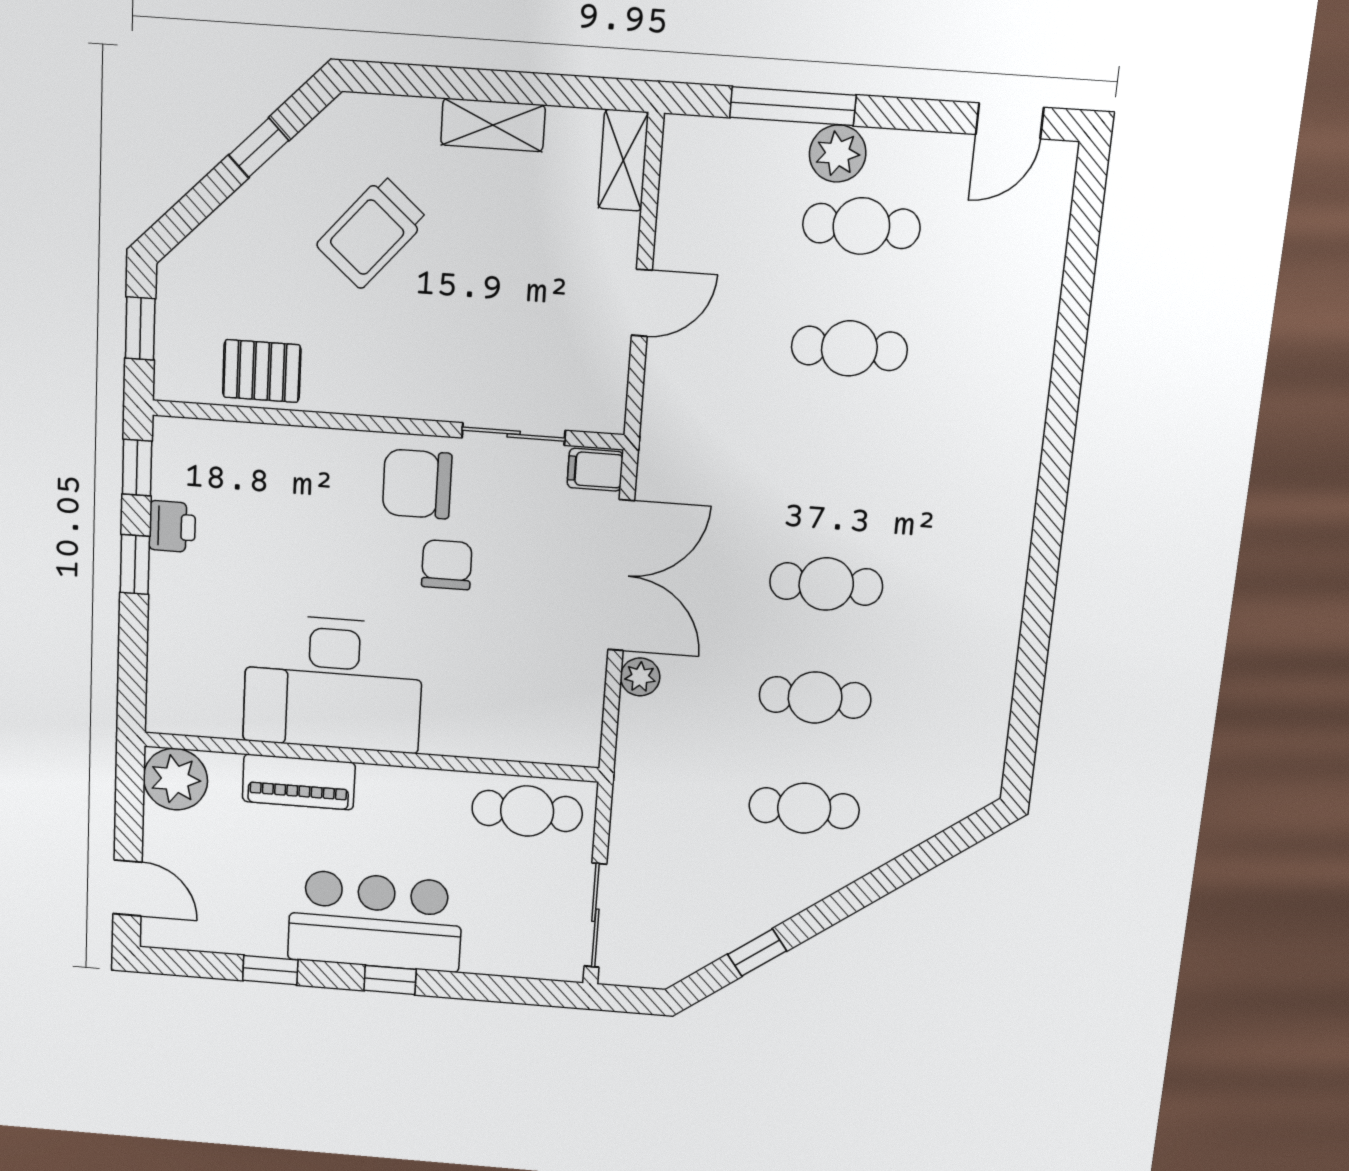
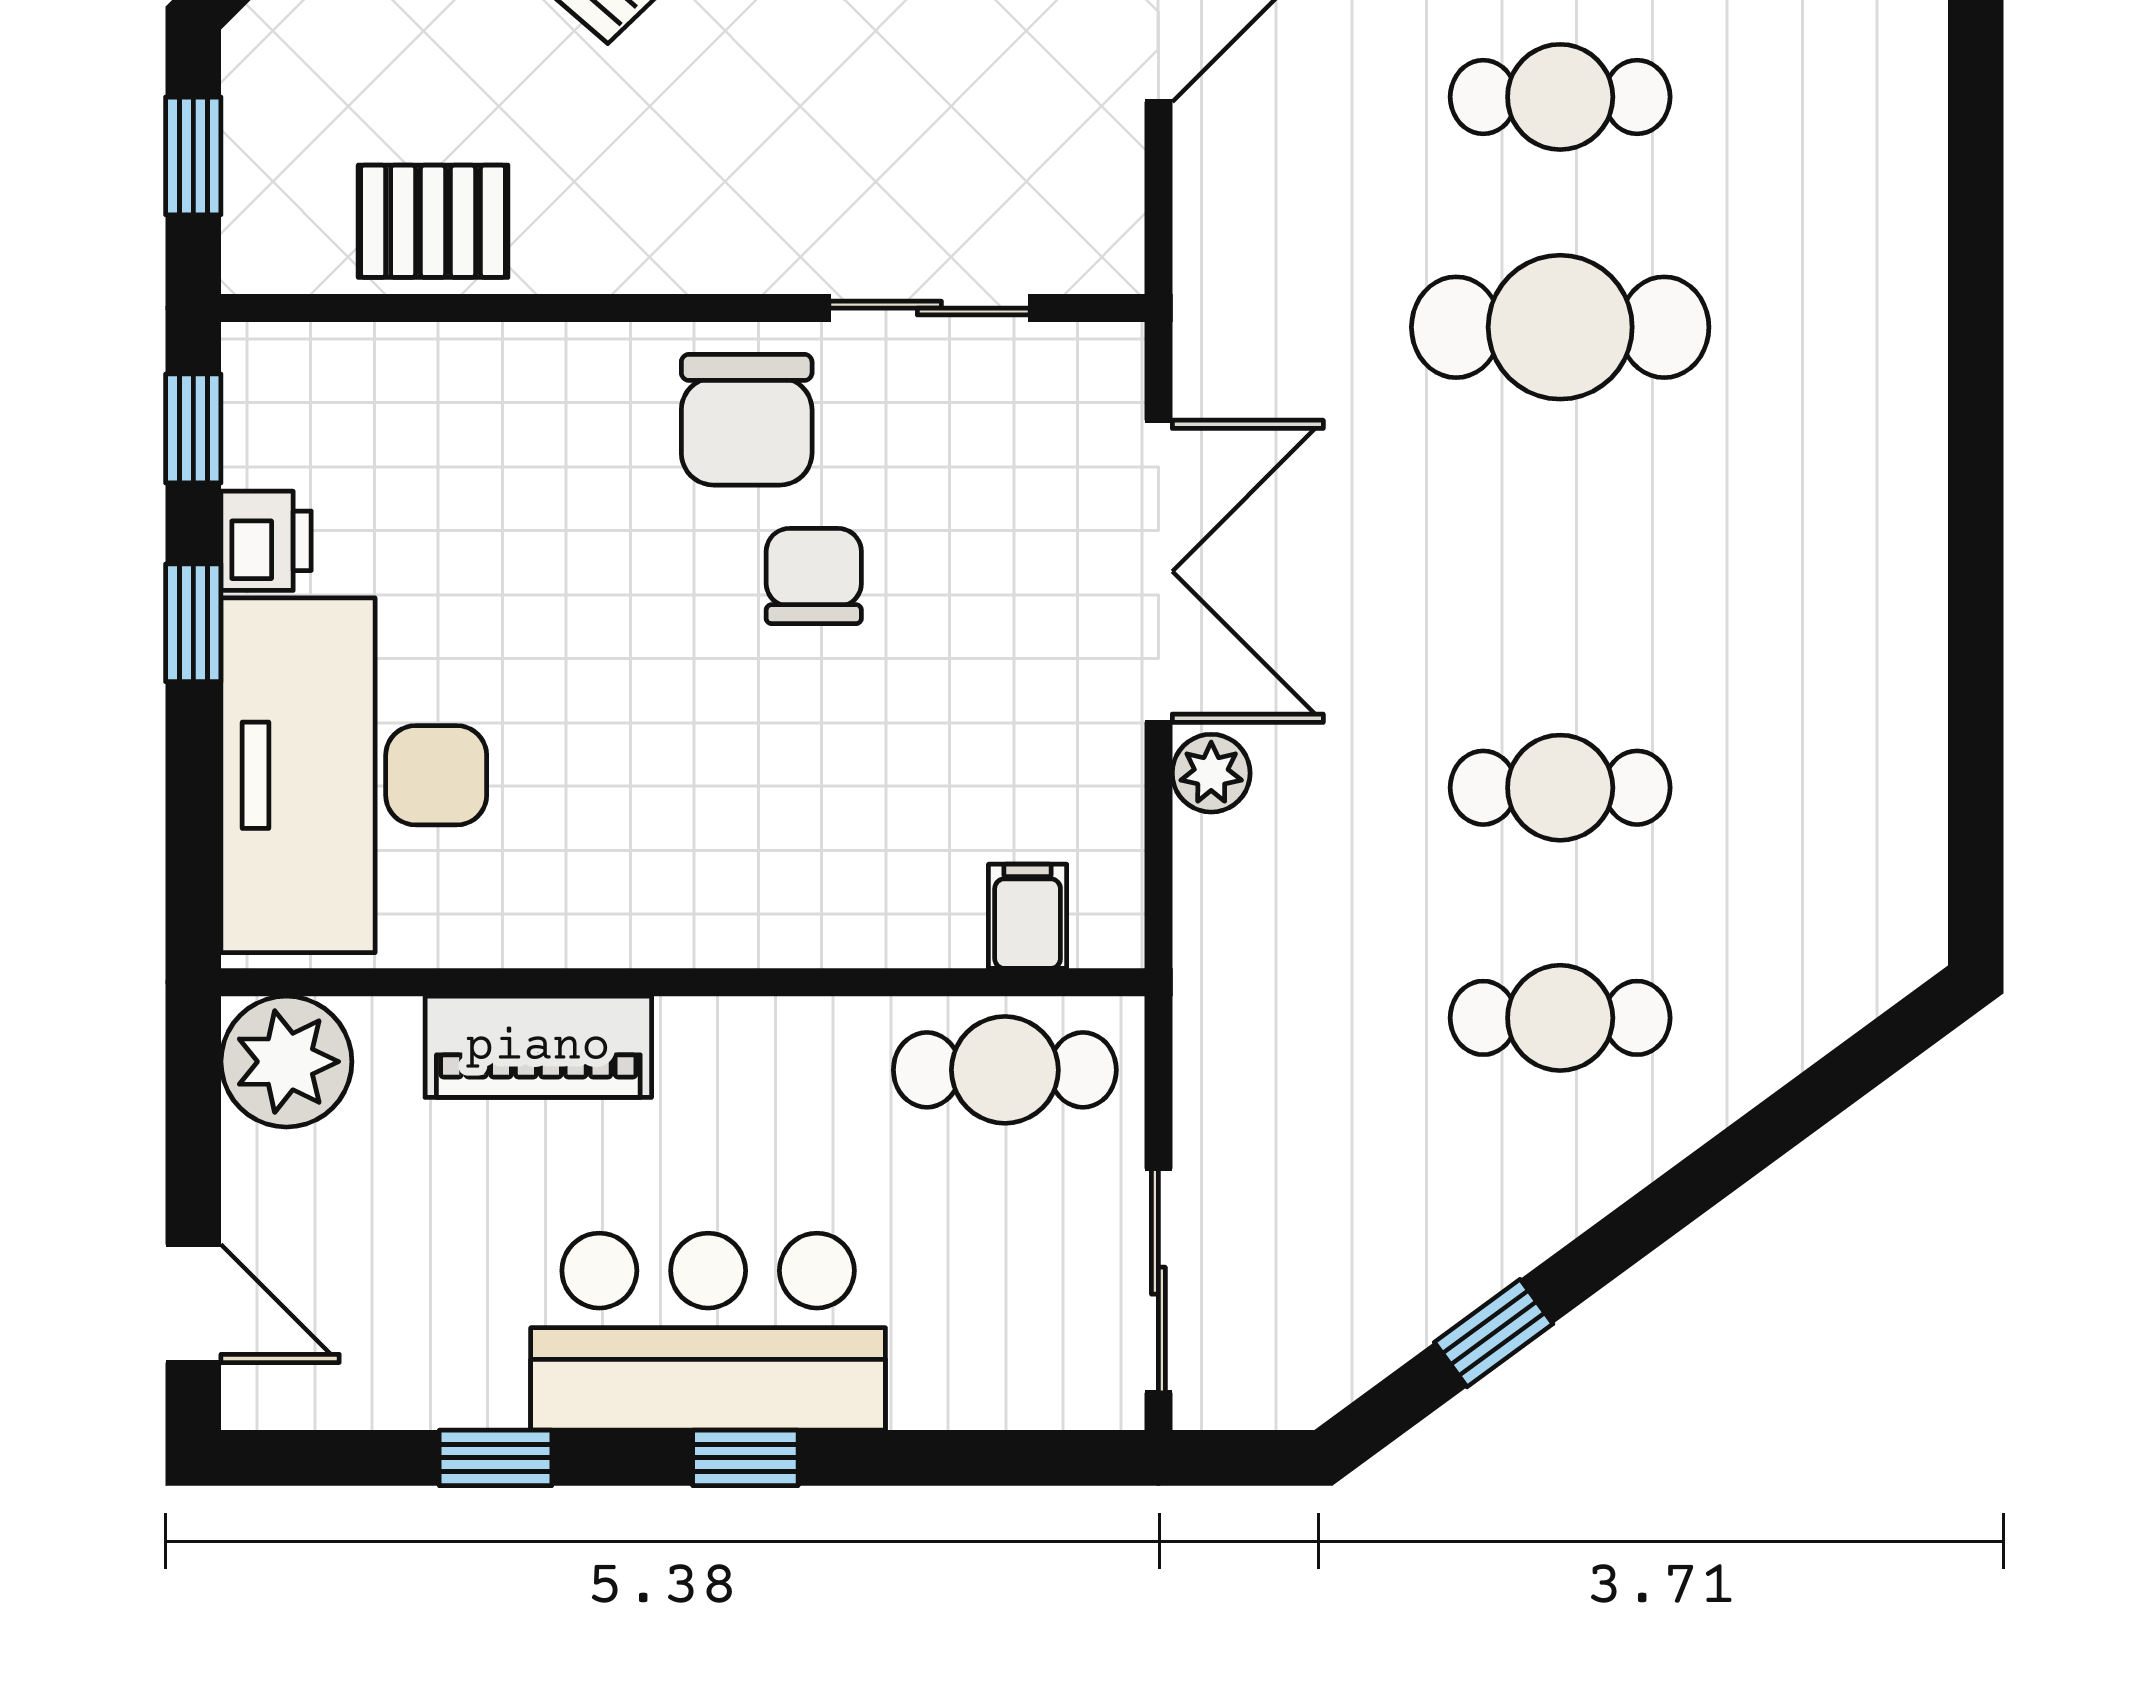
filing cabinet: (595, 470) -> (1028, 916), moved, turned 90
chair: (417, 484) -> (747, 420), turned -90
cafe table: (826, 584) -> (1560, 327), moved, width x1.37, depth x1.35
desk: (333, 684) -> (354, 775), moved, turned 90

